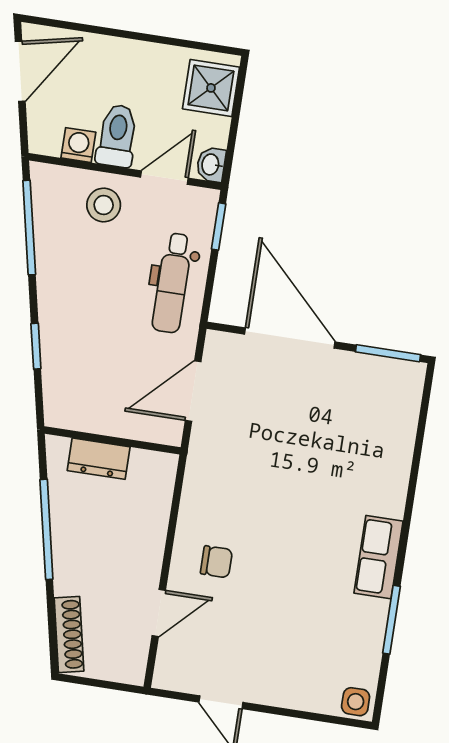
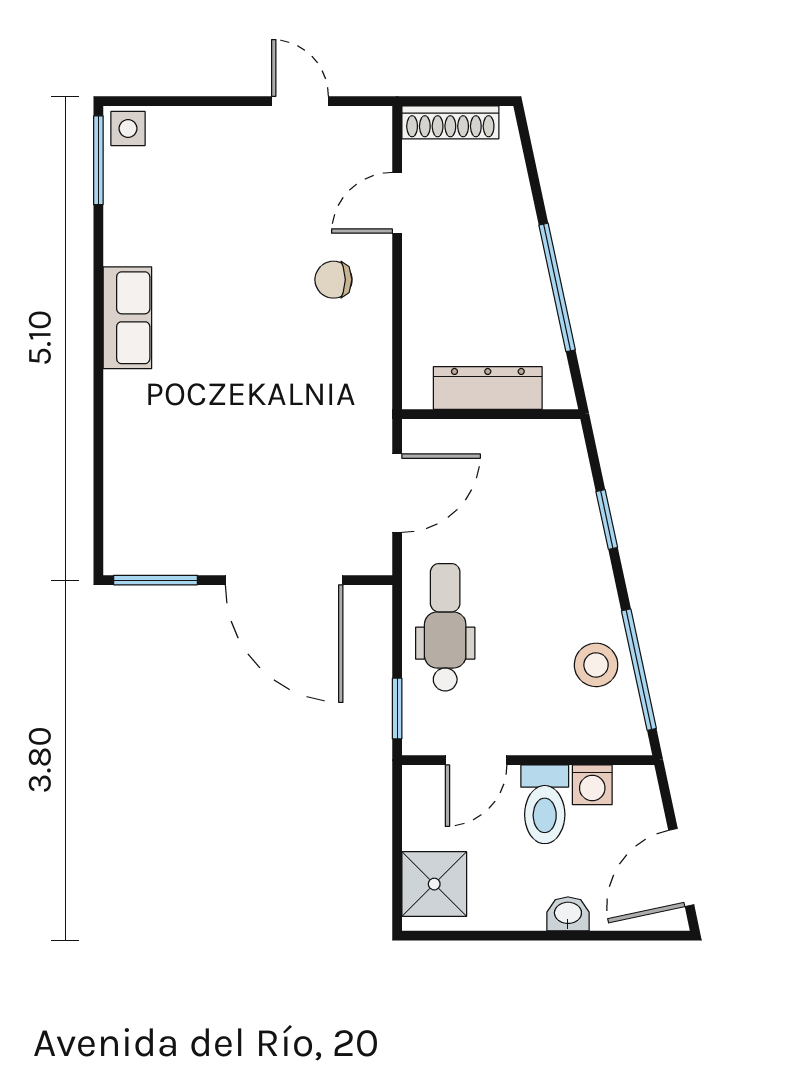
washbasin: (211, 165) -> (568, 914), moved, turned -90
stool: (104, 205) -> (596, 665), moved
dresser: (99, 459) -> (488, 388), width x1.44
window: (392, 620) -> (98, 160), moved
shoe rack: (69, 635) -> (450, 122), moved, turned -78

